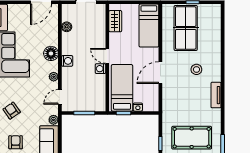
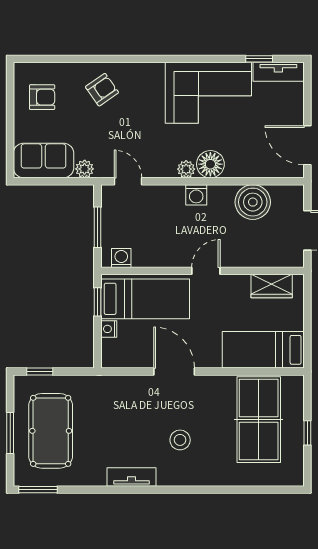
boiler: (67, 27) -> (253, 202), width x1.86, depth x1.86
table tennis table: (186, 28) -> (259, 420), turned 90
washing machine: (100, 69) -> (121, 258), moved
plant: (54, 77) -> (186, 169), moved

